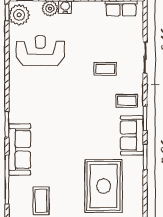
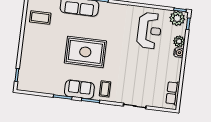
coffee table: (105, 69) -> (130, 76), removed
rug: (104, 186) -> (85, 52), moved

